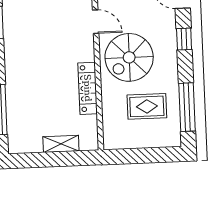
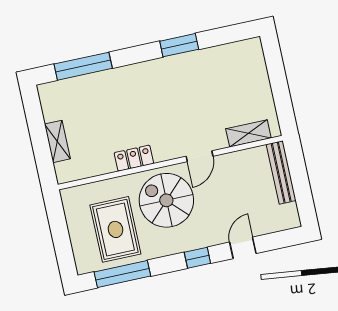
locker: (88, 88) -> (134, 158), width x0.66
rug: (147, 106) -> (115, 229), width x1.36, depth x1.43

